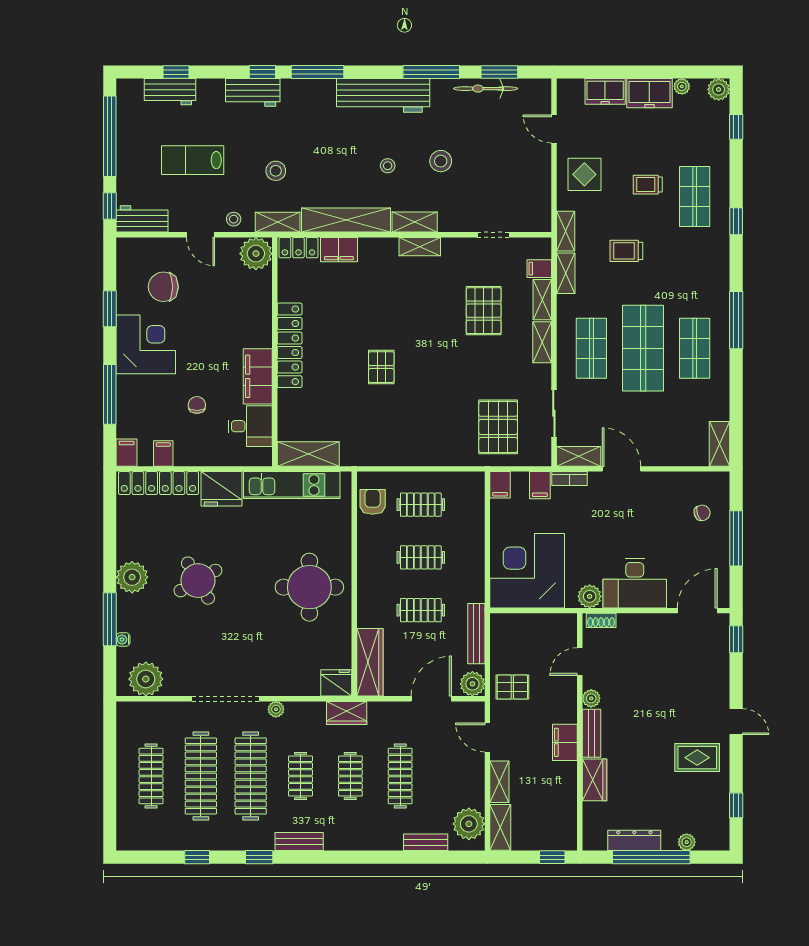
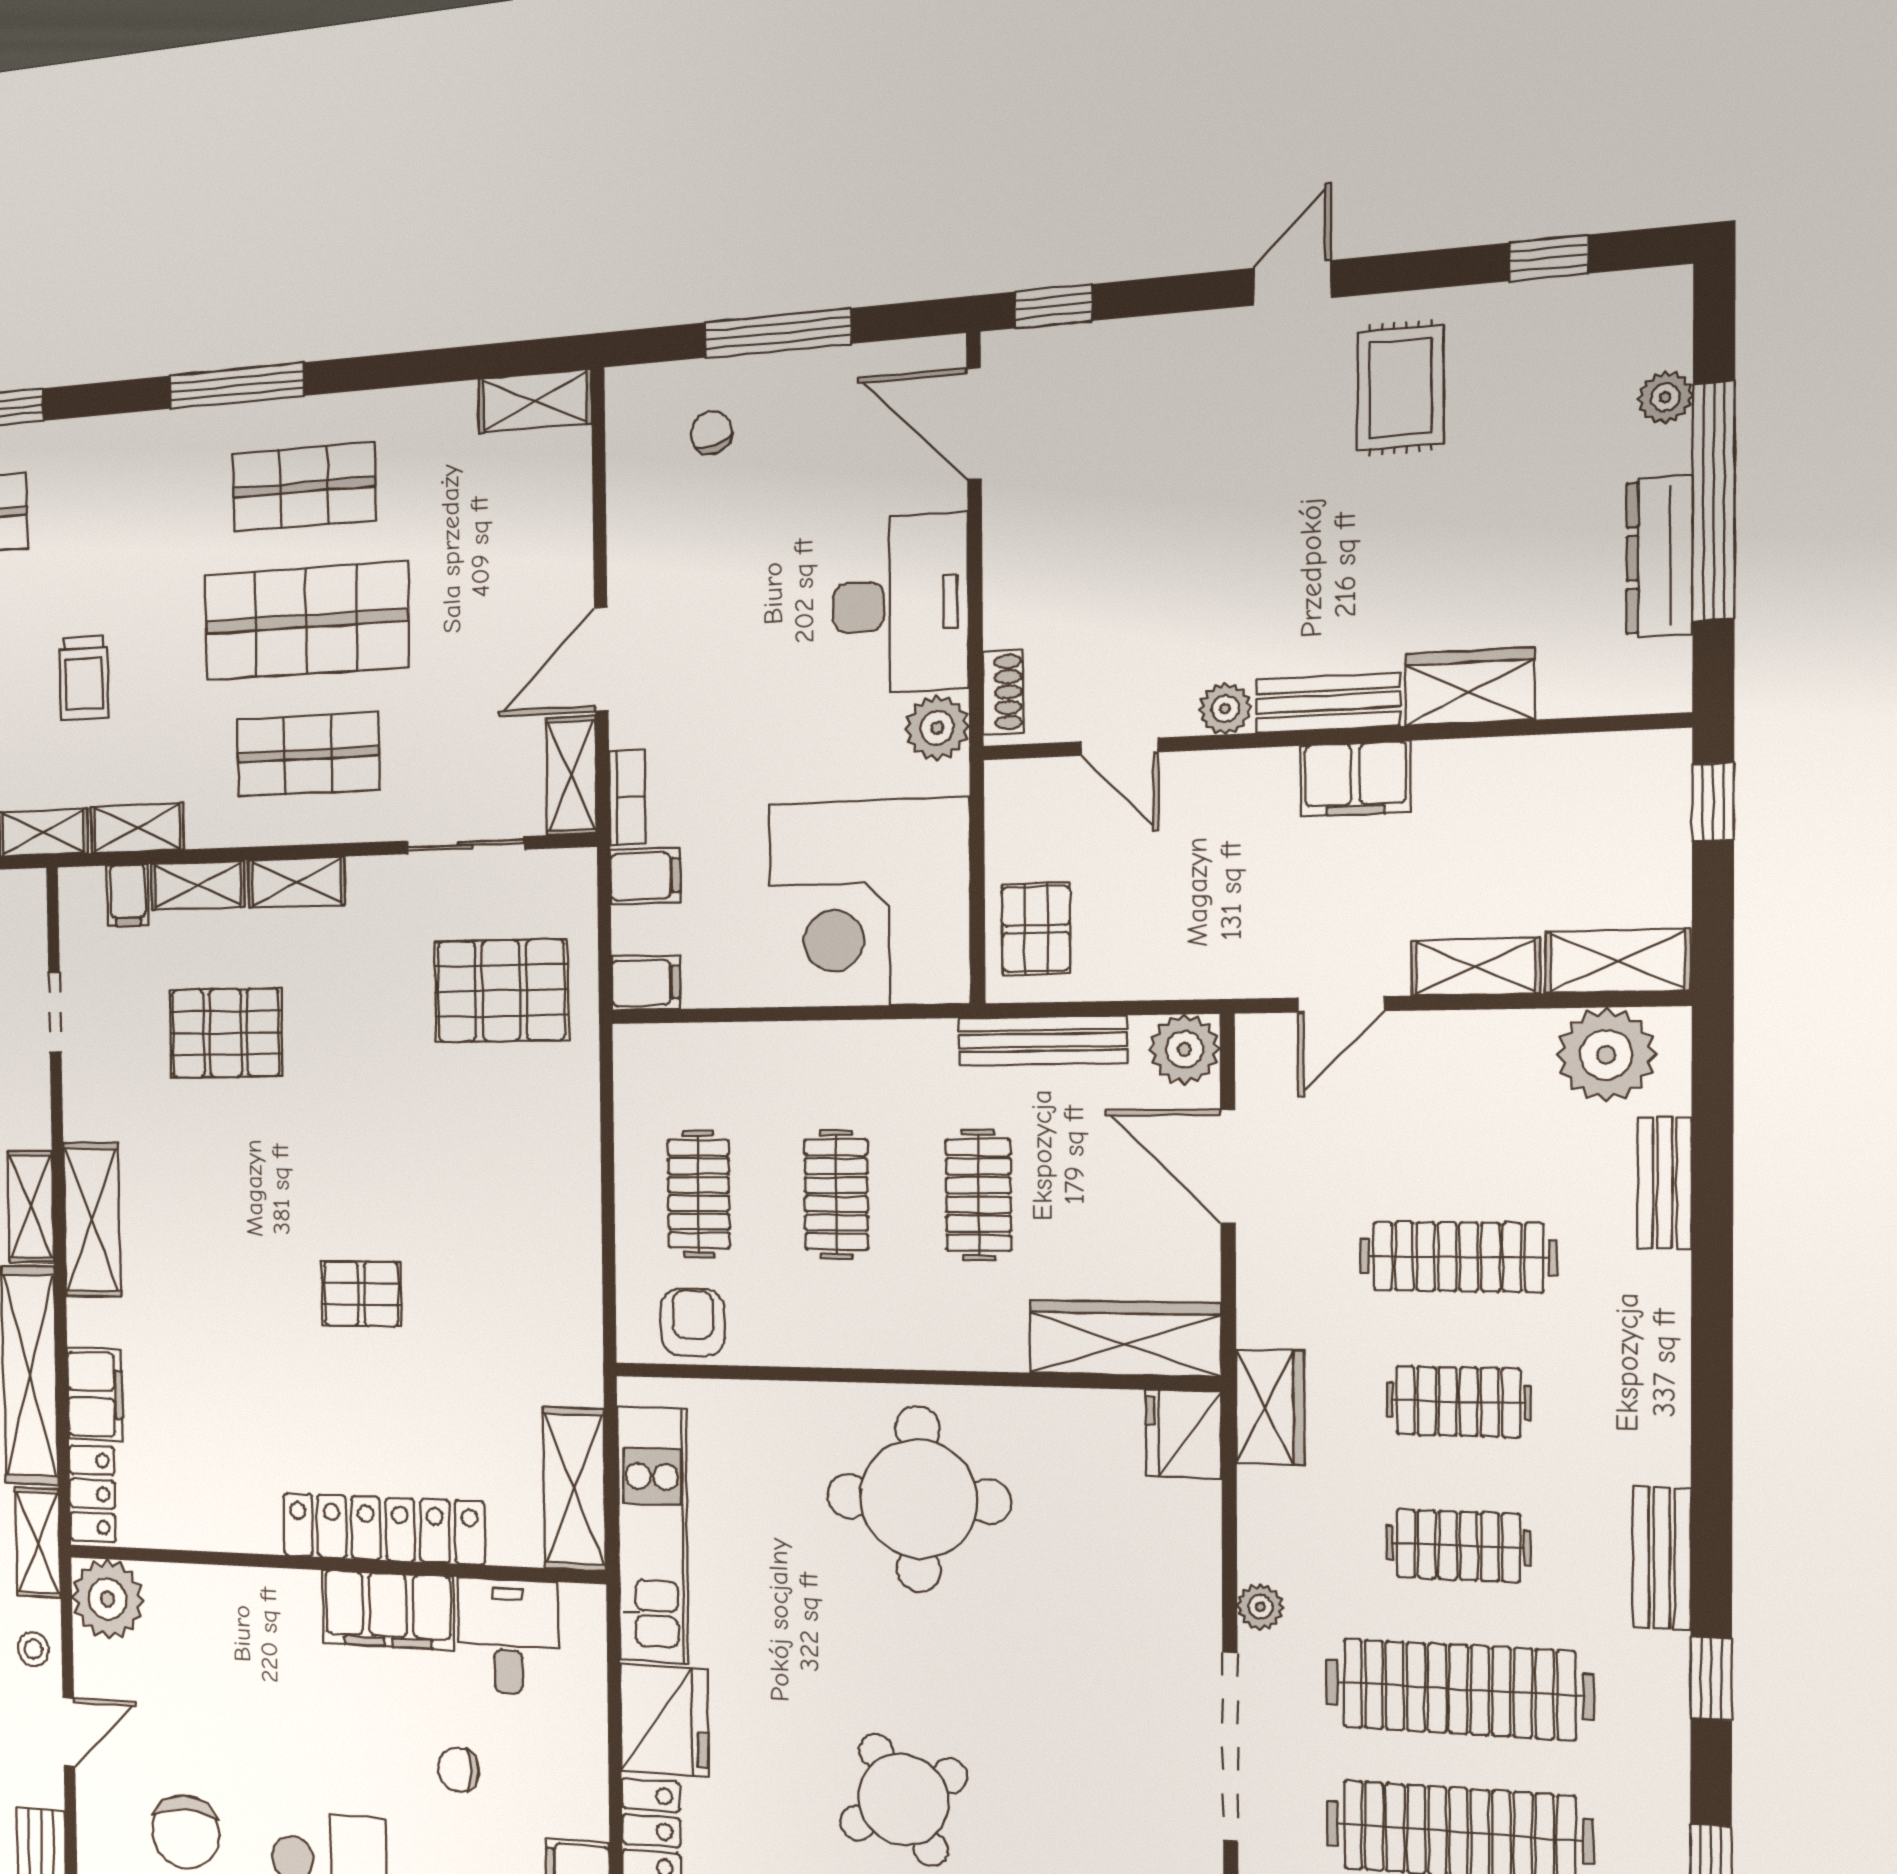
shelving: (420, 247) -> (92, 1220), width x1.50, depth x1.33
locker: (290, 345) -> (383, 1529), moved
armchair: (373, 502) -> (693, 1323), turned 90
pallet: (512, 687) -> (1036, 929), moved

